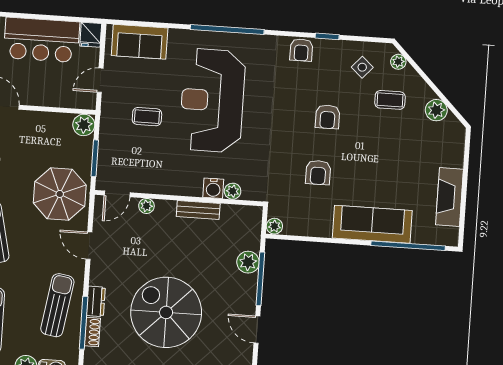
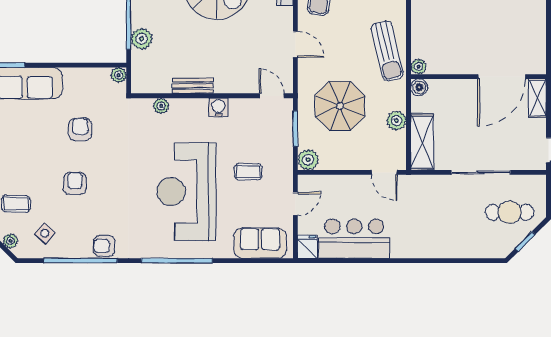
window: (327, 36) -> (80, 261), width x3.17
armchair: (301, 50) -> (104, 246), turned -90
reception desk: (212, 100) -> (186, 192), turned 180
water cooler: (213, 188) -> (218, 107), moved
parasol: (60, 194) -> (340, 106), moved
door: (117, 194) -> (272, 96), hinge flipped
plant: (146, 206) -> (243, 86), removed

